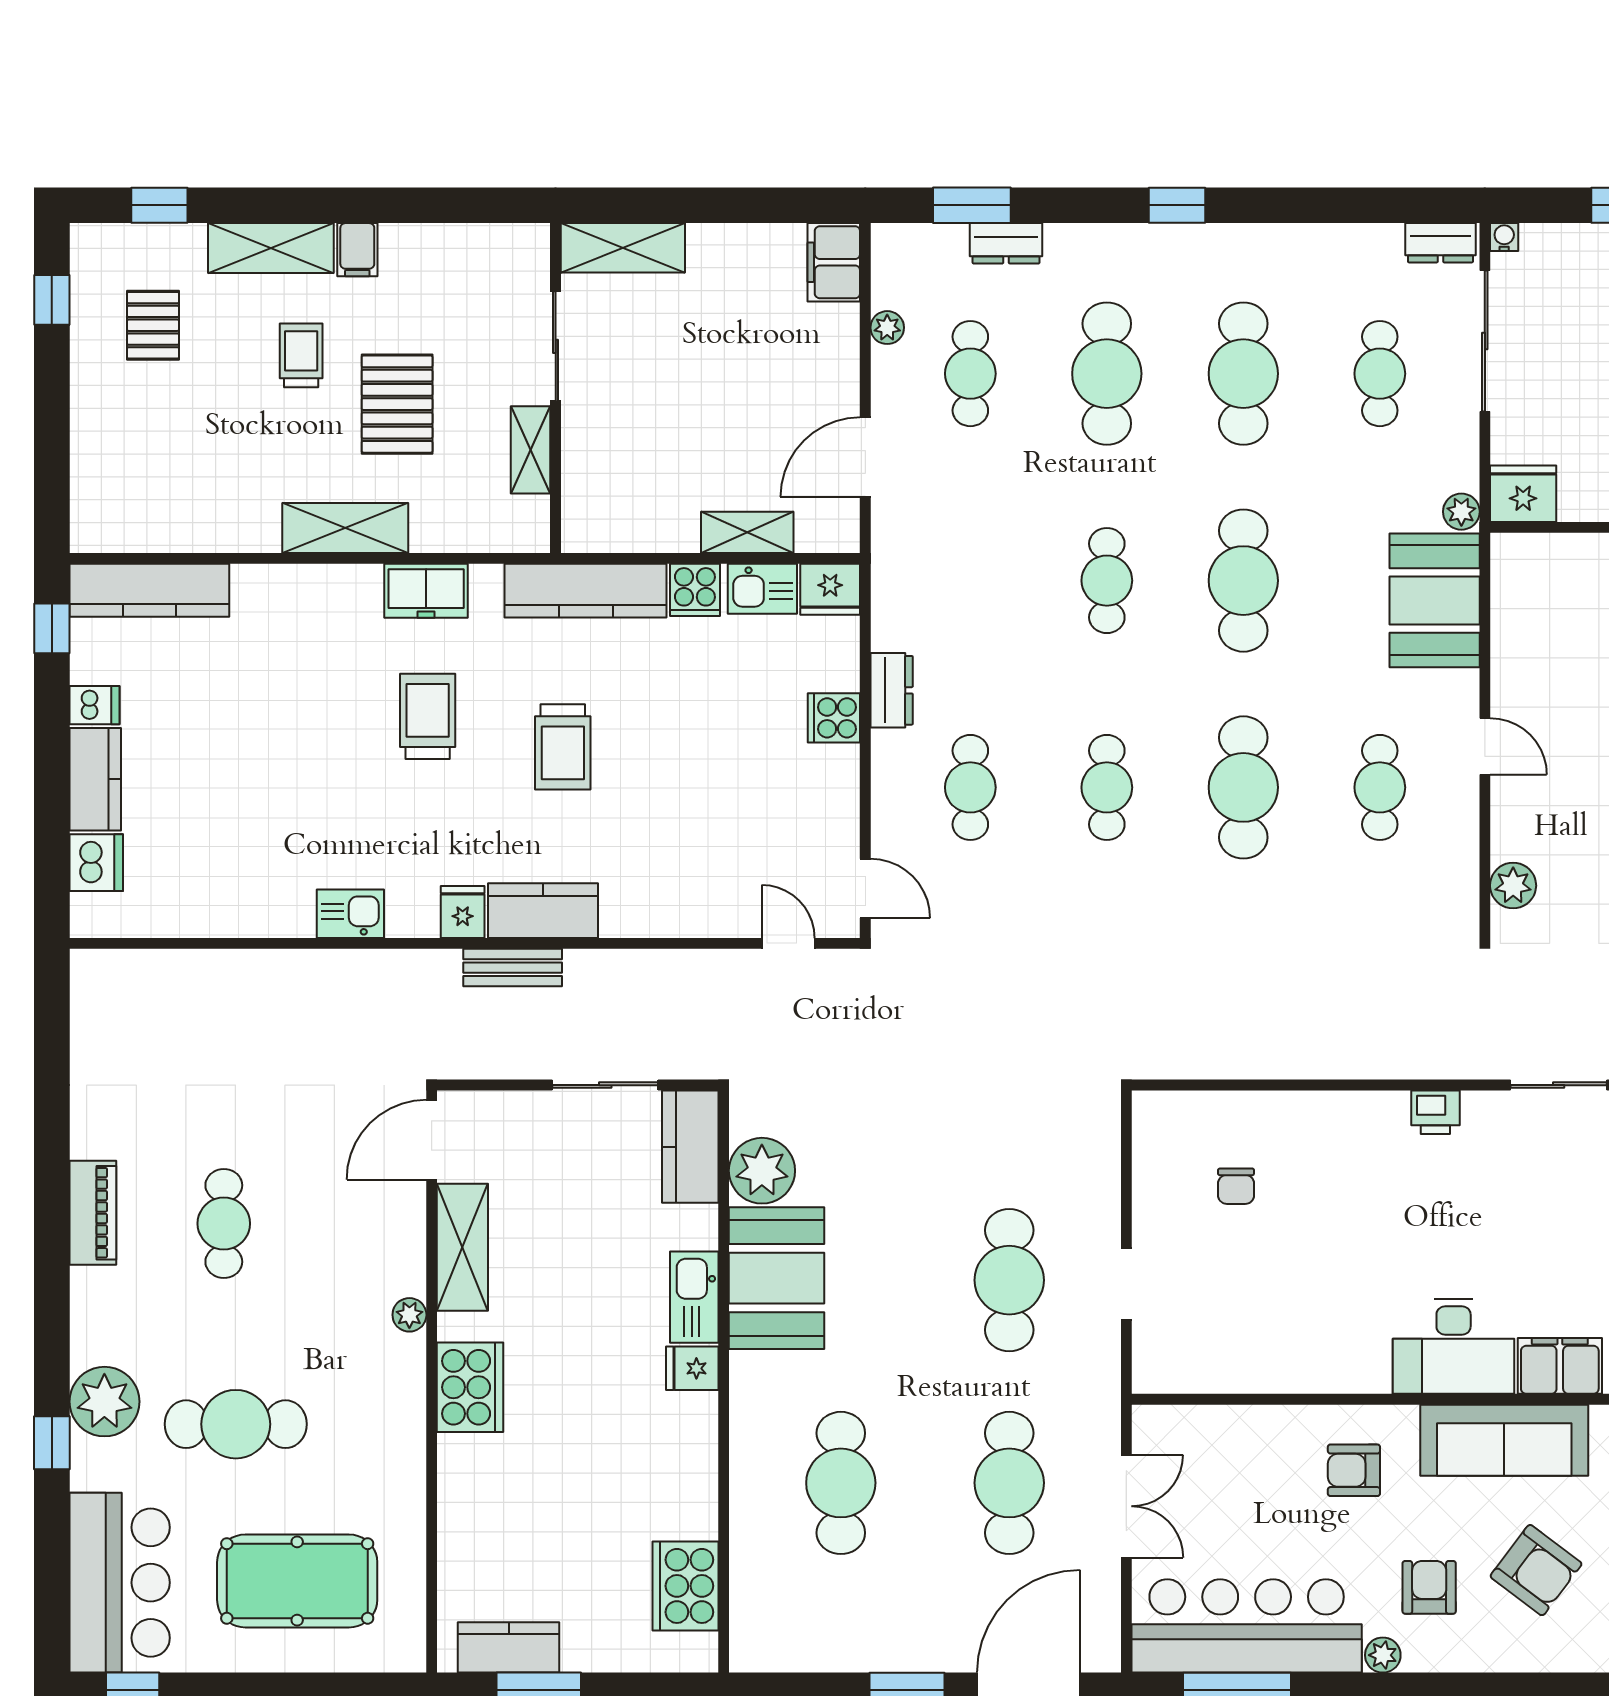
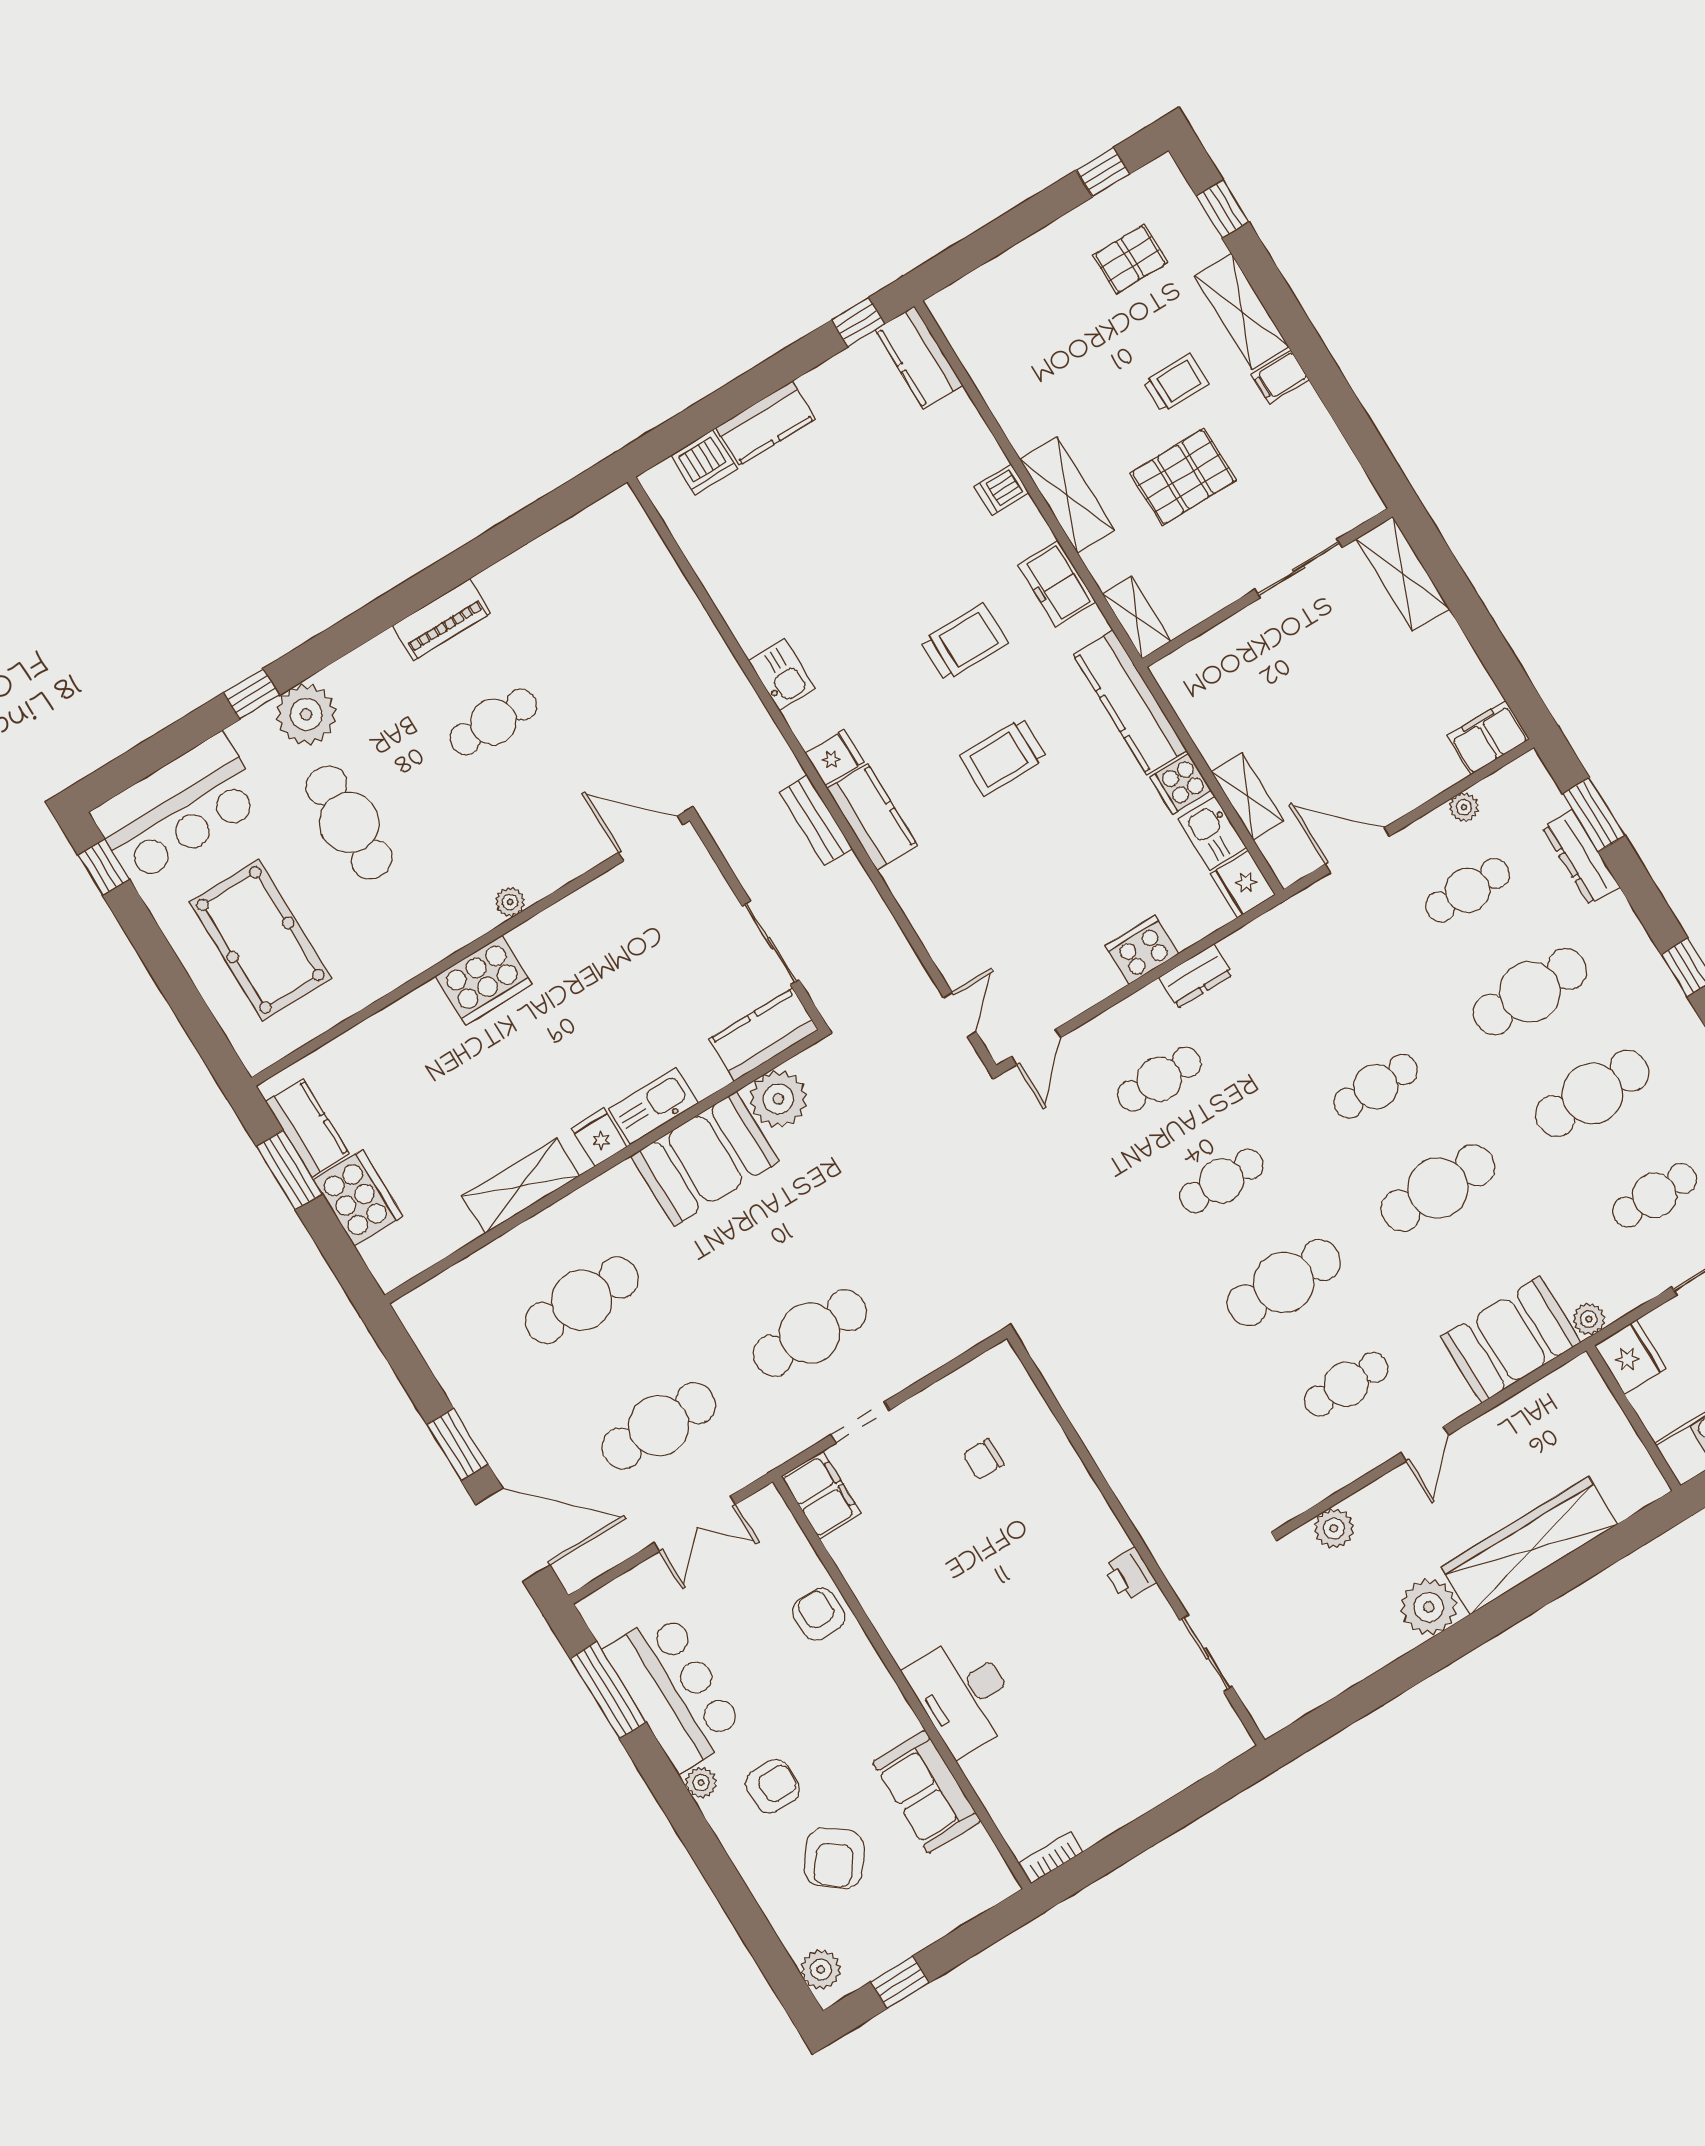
dresser: (1006, 243) -> (1581, 857), width x1.44
shelving: (531, 450) -> (1137, 617), moved, turned 90
kitchen counter: (149, 590) -> (919, 357), width x0.67
dishwasher: (95, 705) -> (1002, 490), moved, turned 90
cooker: (834, 718) -> (1142, 950), width x1.36
shelving: (462, 1247) -> (521, 1186), moved
filing cabinet: (1560, 1366) -> (821, 1495), moved
sofa: (1504, 1440) -> (927, 1792), width x0.73
armchair: (1354, 1470) -> (819, 1614), moved
cooker: (685, 1586) -> (358, 1198), moved, turned 90
bar counter: (1247, 1626) -> (674, 1691), width x0.73

